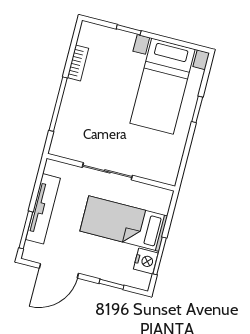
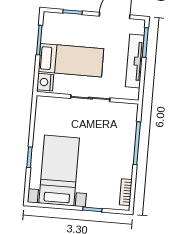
bookcase: (78, 63) -> (126, 192), moved
nightstand: (146, 261) -> (45, 82), moved

